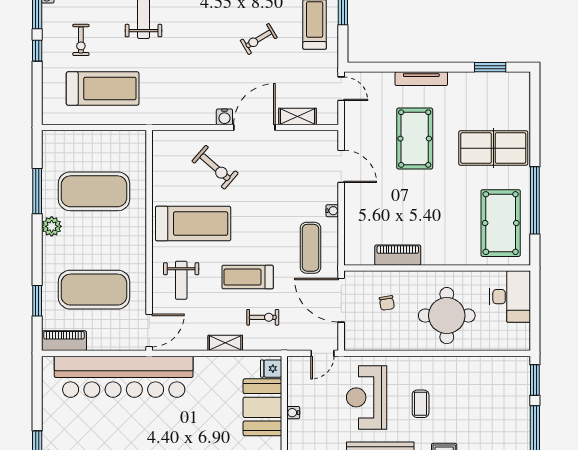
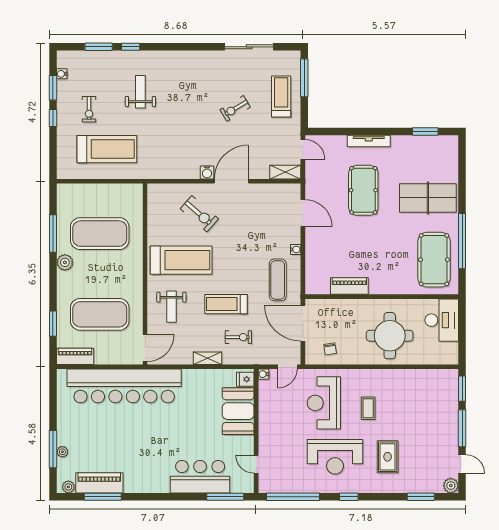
shelving: (297, 117) -> (285, 172), moved
chair: (387, 303) -> (330, 349), moved
water cooler: (293, 413) -> (263, 374), moved

